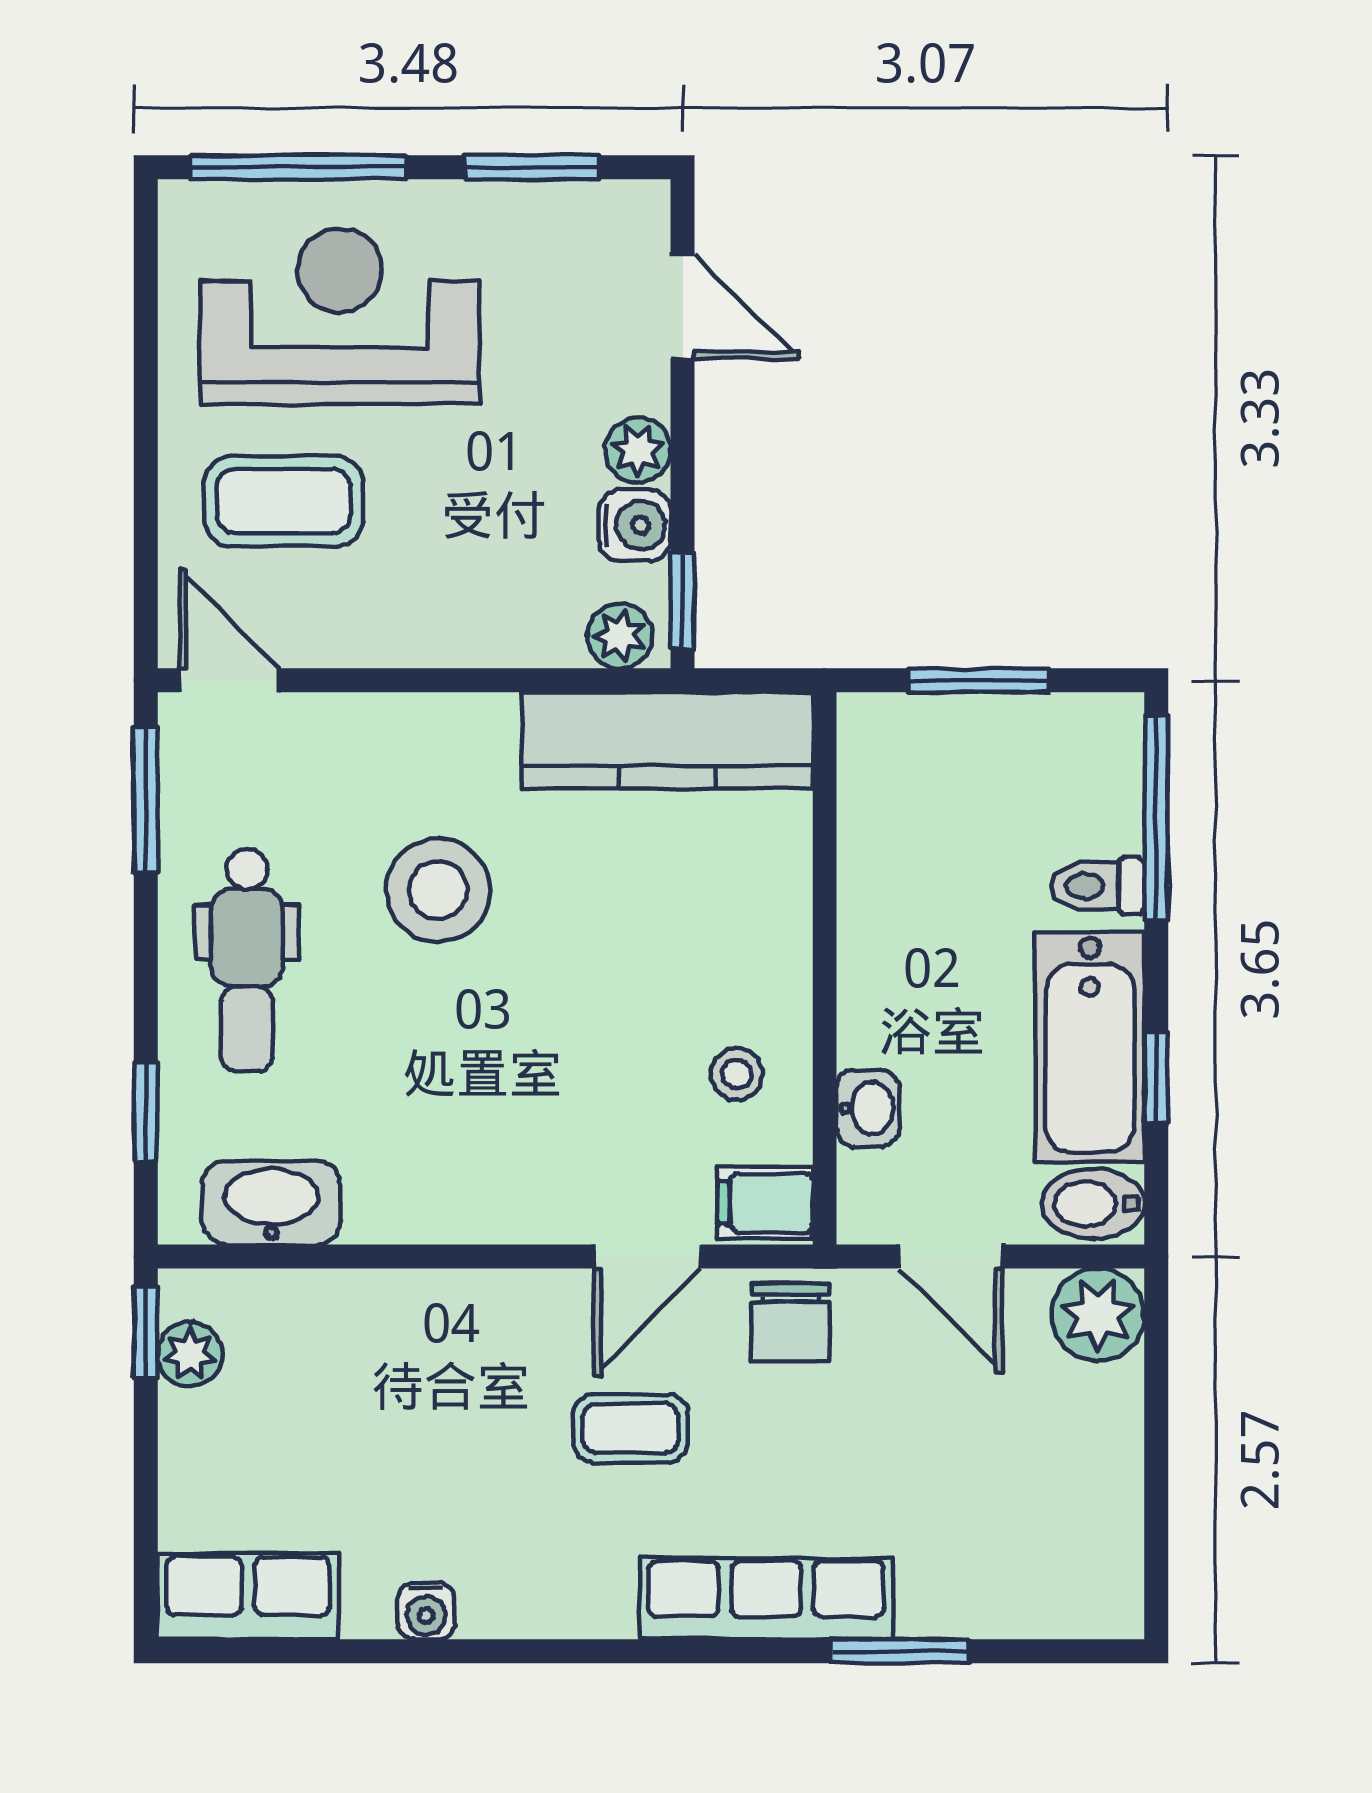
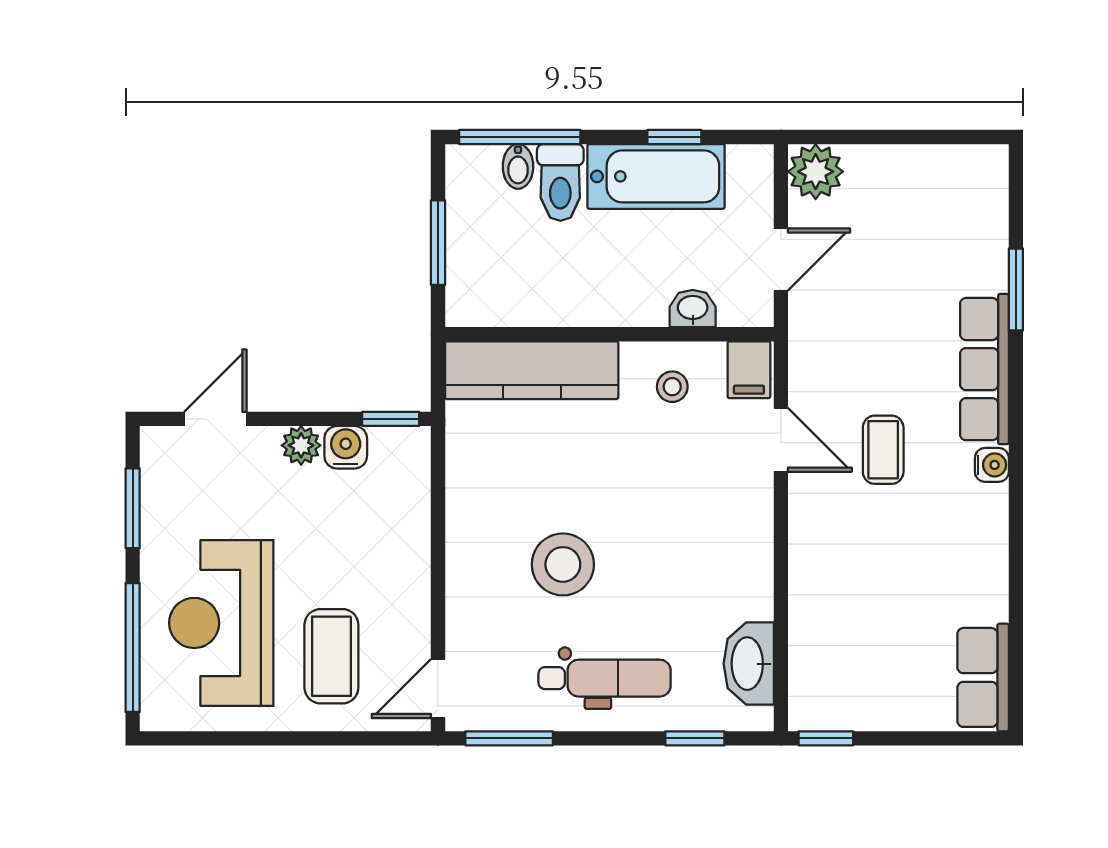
plant: (620, 636) -> (412, 456), removed
kitchen counter: (667, 741) -> (532, 370), moved, turned 90
toilet: (1098, 886) -> (560, 182), width x1.37, depth x1.39
bidet: (1093, 1204) -> (518, 166), moved, width x0.72, depth x0.74
chair: (790, 1322) -> (820, 355), removed
plant: (190, 1354) -> (839, 712), removed
water cooler: (426, 1611) -> (992, 465), moved

